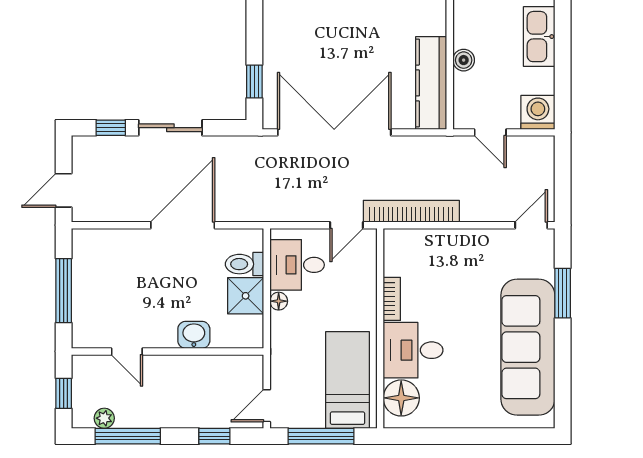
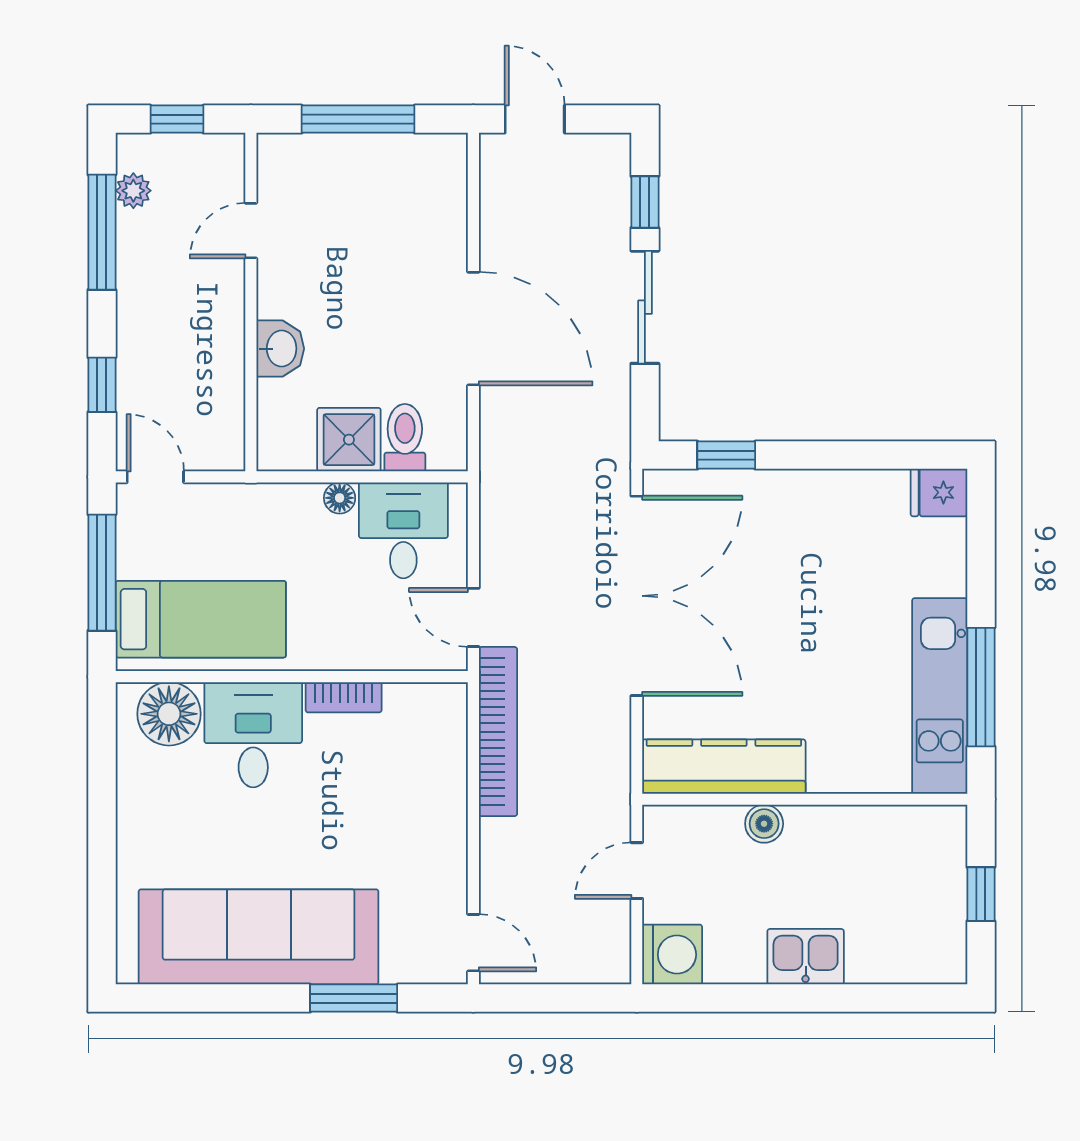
kitchen sink: (539, 37) -> (806, 957), width x0.73

